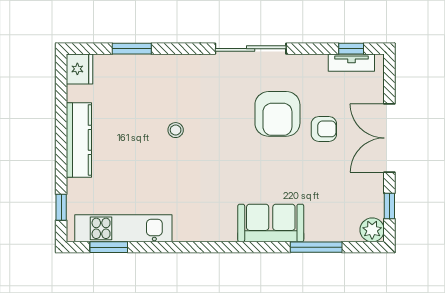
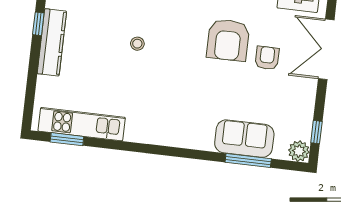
armchair: (324, 129) -> (267, 58), turned -90
double door: (389, 138) -> (326, 49), moved
window: (61, 207) -> (38, 24), moved
sofa: (271, 223) -> (244, 139), moved

